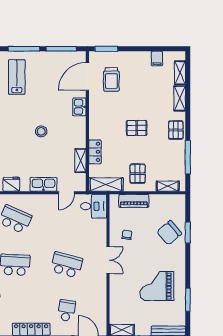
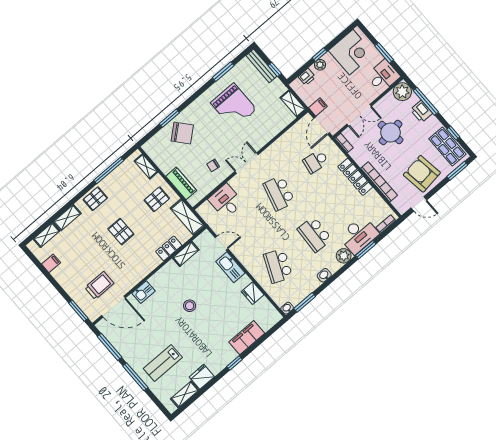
desk: (94, 206) -> (226, 201), moved

